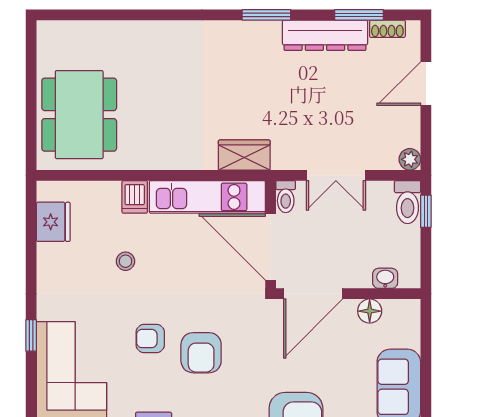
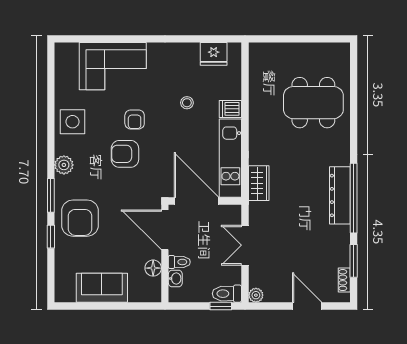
window: (266, 15) -> (354, 198), width x2.11
dresser: (325, 35) -> (340, 195), moved
dining table: (79, 115) -> (313, 103), moved
toilet: (286, 197) -> (179, 262), moved, turned 180
door: (271, 247) -> (197, 201), hinge flipped
window: (31, 335) -> (137, 39), removed
armchair: (150, 339) -> (135, 119), turned 180

